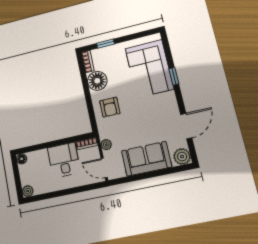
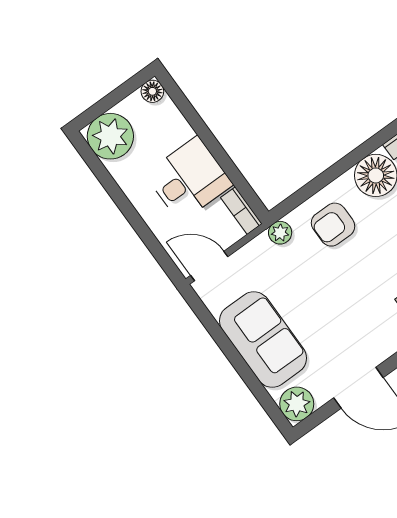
plant: (106, 145) -> (280, 233), moved
door: (104, 168) -> (209, 266), hinge flipped
plant: (28, 191) -> (110, 136), width x1.88, depth x1.88

